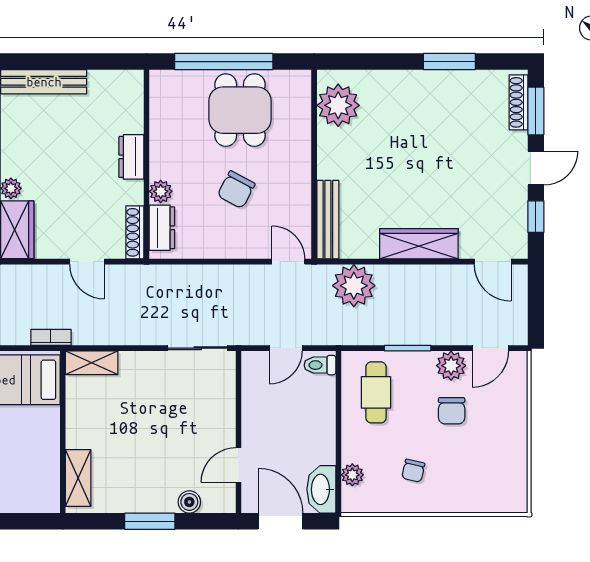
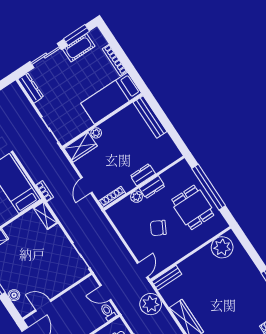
dining table: (240, 110) -> (193, 207), turned 90
bench: (328, 220) -> (167, 278), width x0.73
dresser: (162, 228) -> (152, 187), moved

